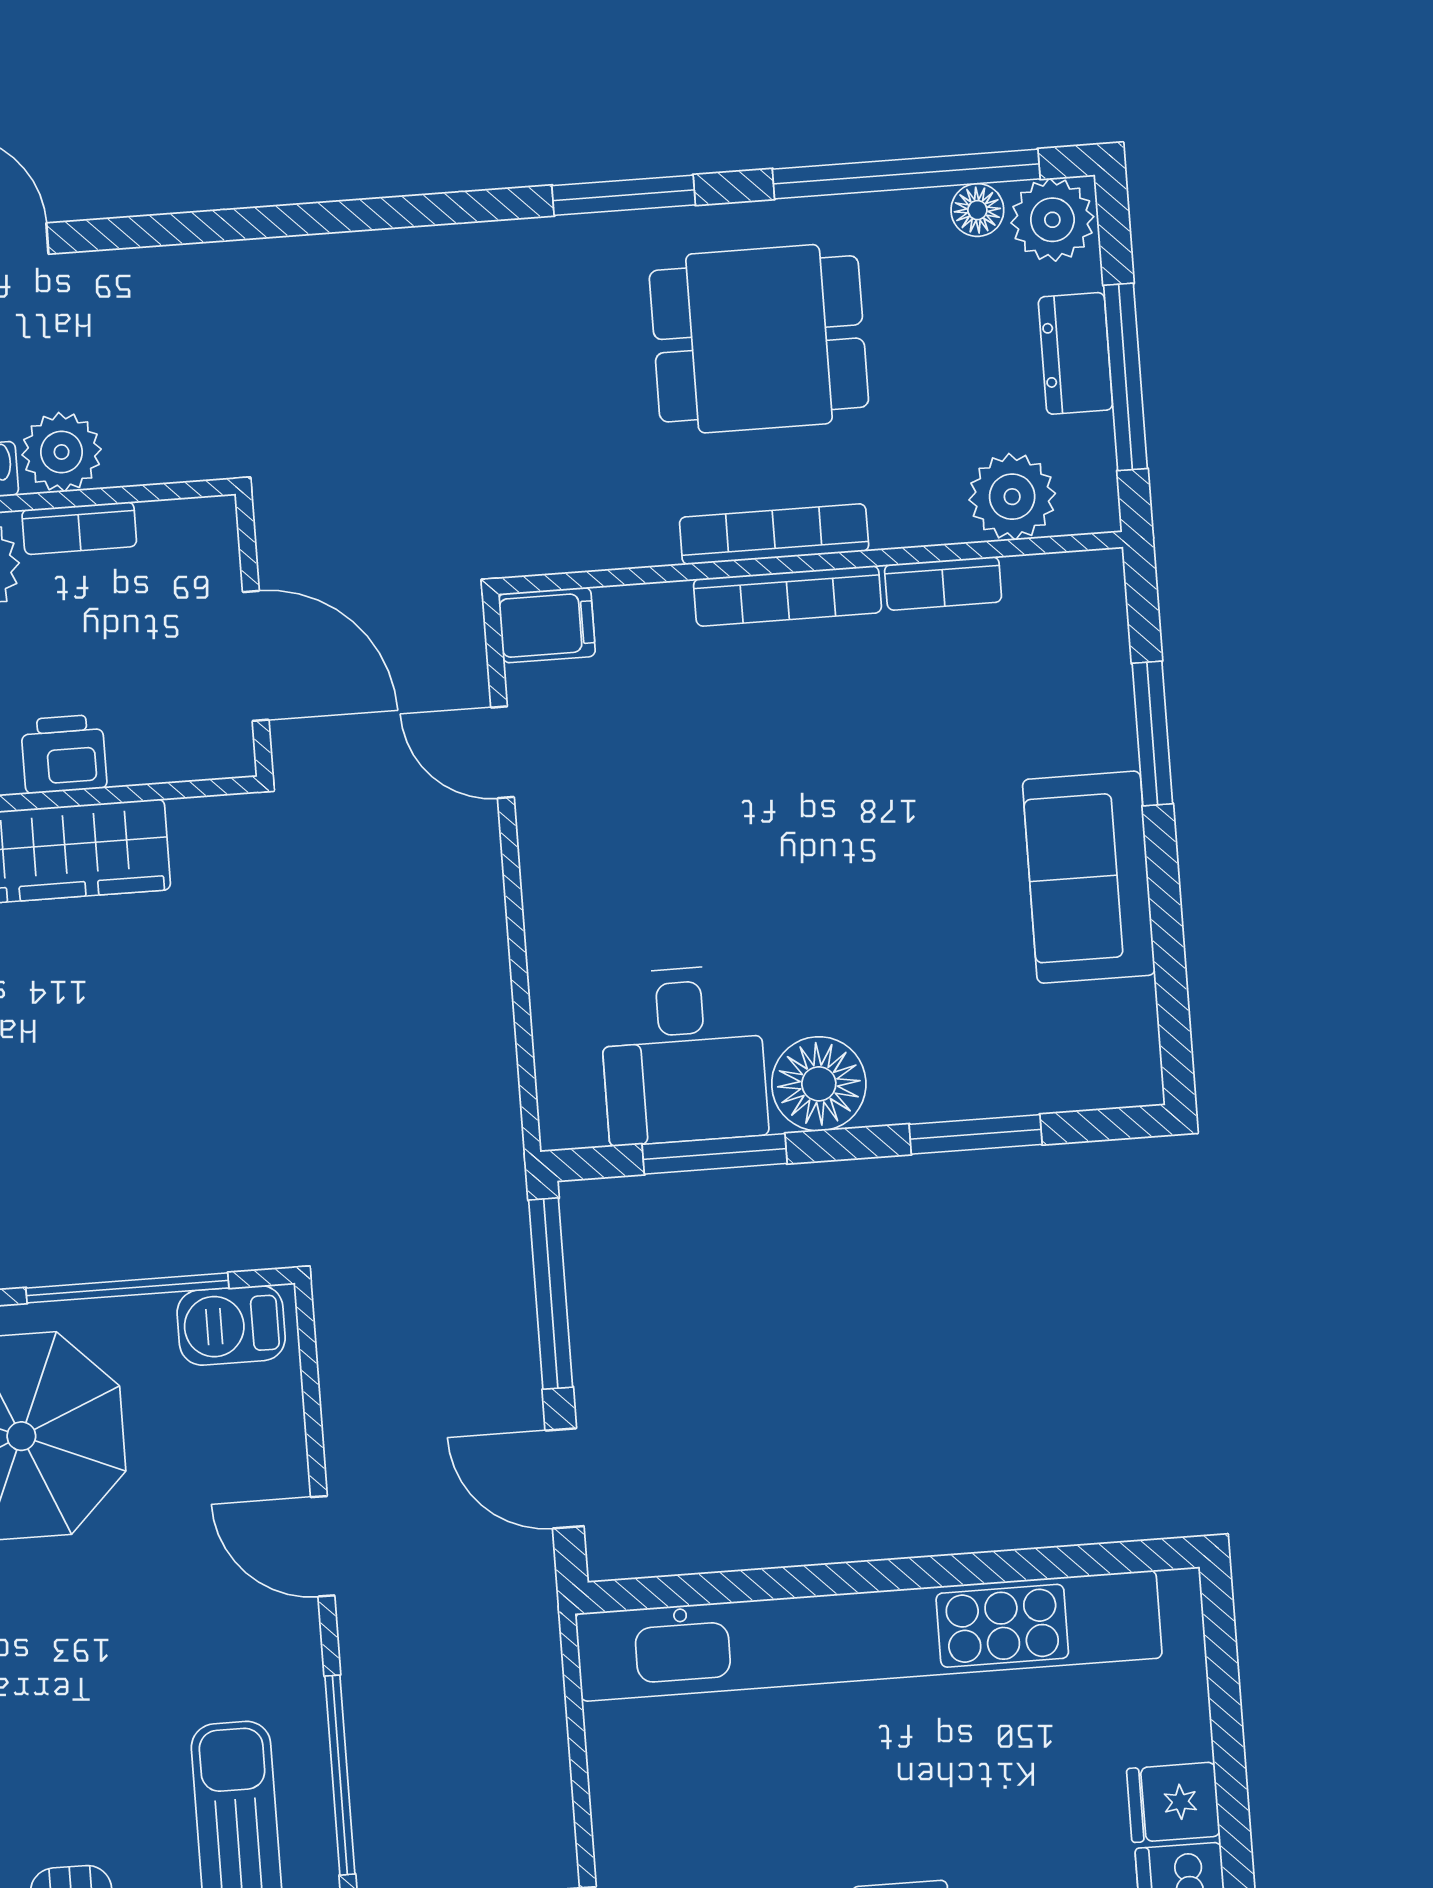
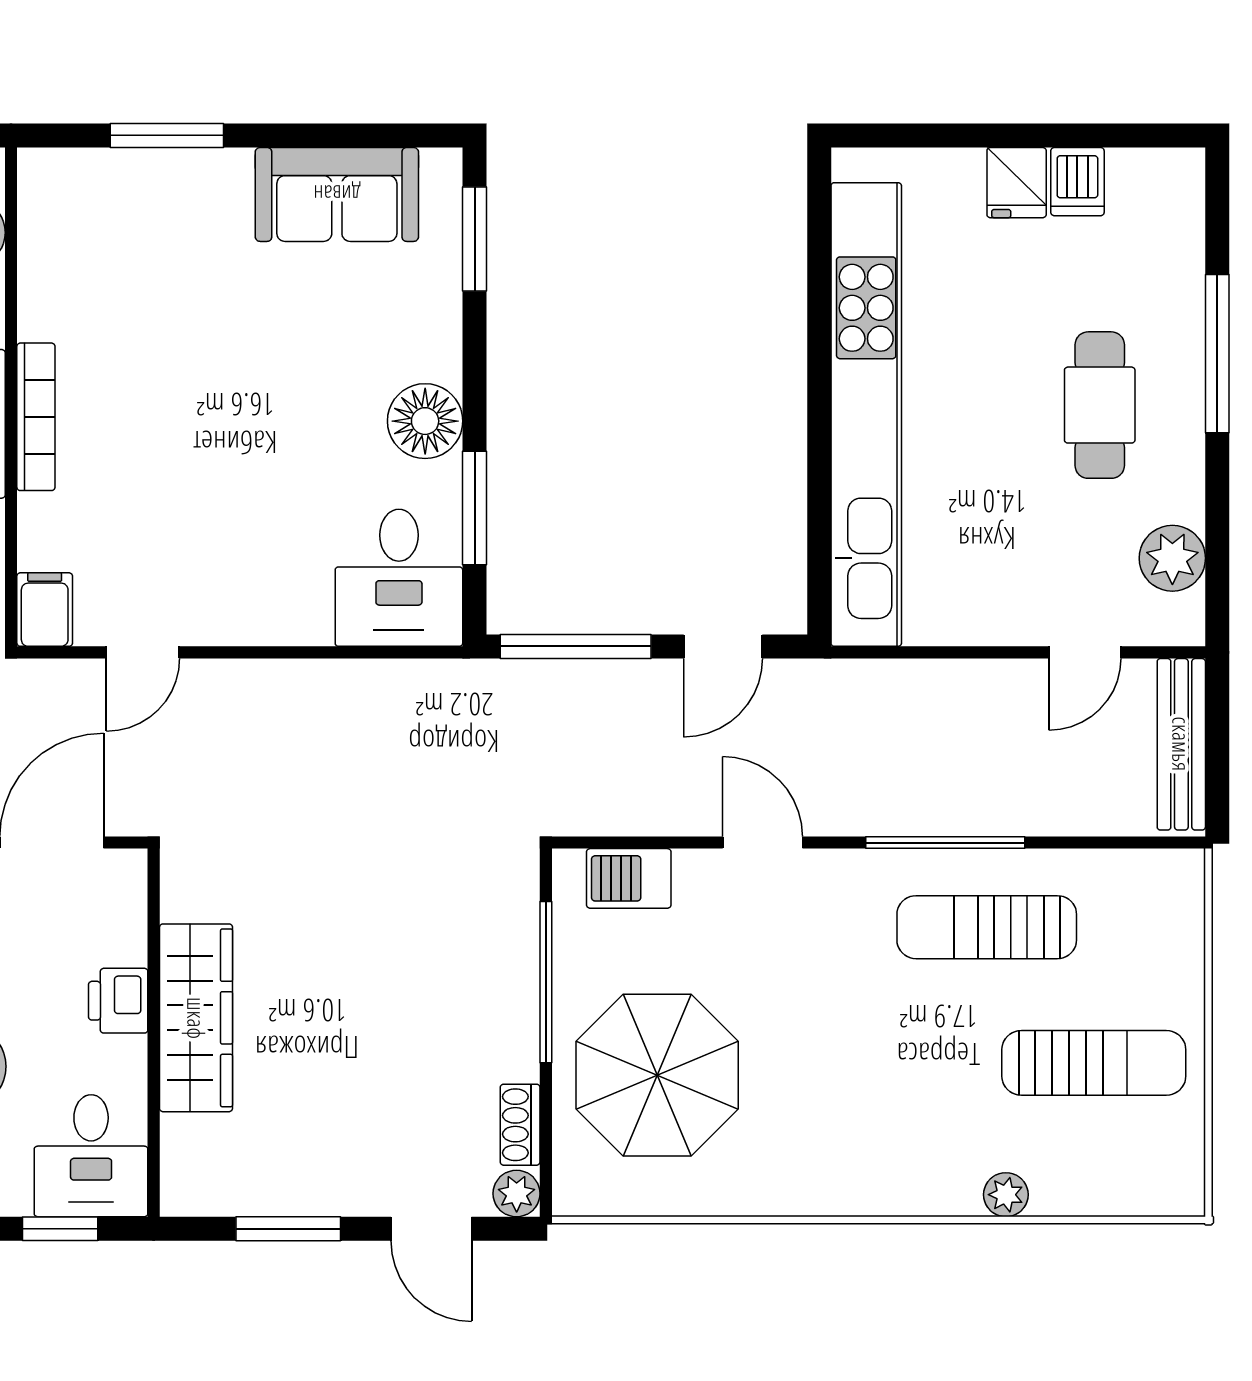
bookcase: (943, 583) -> (35, 293), removed
sofa: (1089, 877) -> (337, 194), moved
desk: (683, 1055) -> (399, 578), moved, turned 90
window: (976, 1134) -> (475, 239), moved
barbecue: (231, 1325) -> (629, 878), moved, turned 90
door: (323, 1546) -> (763, 843), swing flipped

